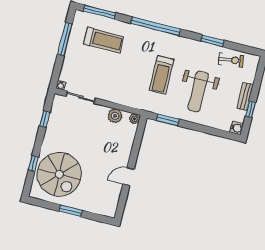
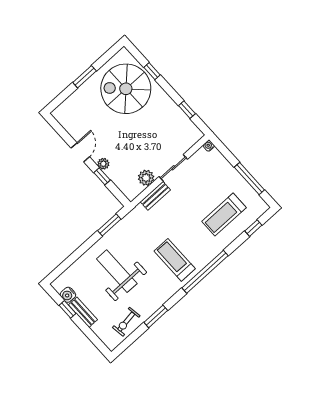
window: (99, 12) -> (253, 228), width x0.46
treadmill: (162, 75) -> (175, 260), moved
sliding door: (81, 97) -> (173, 168), moved
bench: (124, 100) -> (155, 196), added
plant: (135, 119) -> (103, 164), moved
water cooler: (236, 128) -> (68, 295), moved
window: (135, 149) -> (102, 176), added

